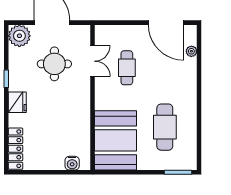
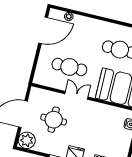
double door: (93, 61) -> (76, 95), moved
cafe table: (127, 68) -> (69, 67), width x1.37, depth x1.35

